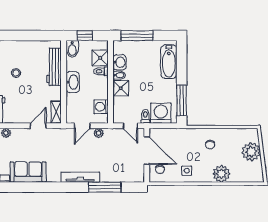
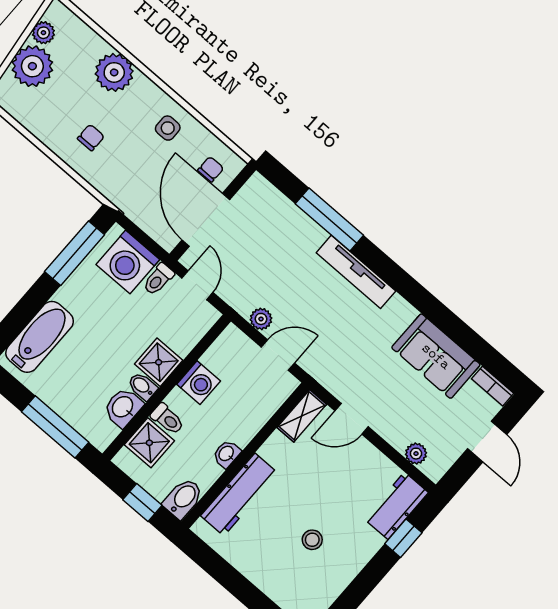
washbasin: (73, 82) -> (227, 454), width x0.52, depth x0.69
washing machine: (101, 107) -> (199, 383), moved
plant: (257, 166) -> (43, 33), added

